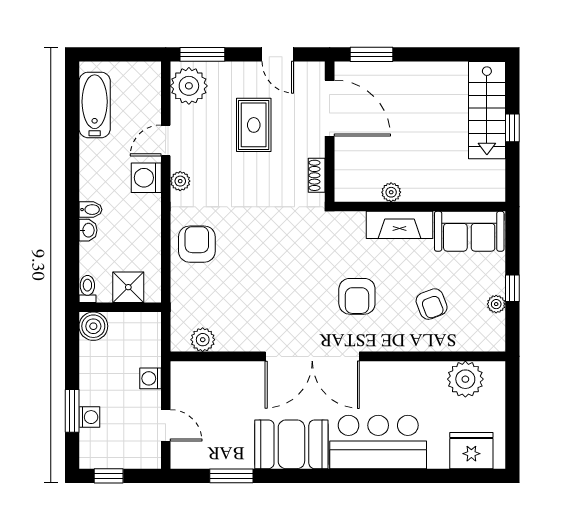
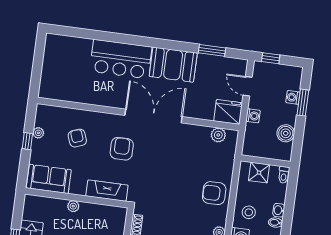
plant: (391, 192) -> (73, 206), moved
stool: (136, 220) -> (249, 212), added
fireplace: (399, 225) -> (107, 191), moved
armchair: (197, 244) -> (214, 193), turned 90
boiler: (93, 326) -> (286, 133), moved
plant: (465, 379) -> (63, 90), removed
fridge: (471, 451) -> (228, 112), moved, turned 180
window: (109, 476) -> (271, 58), moved

